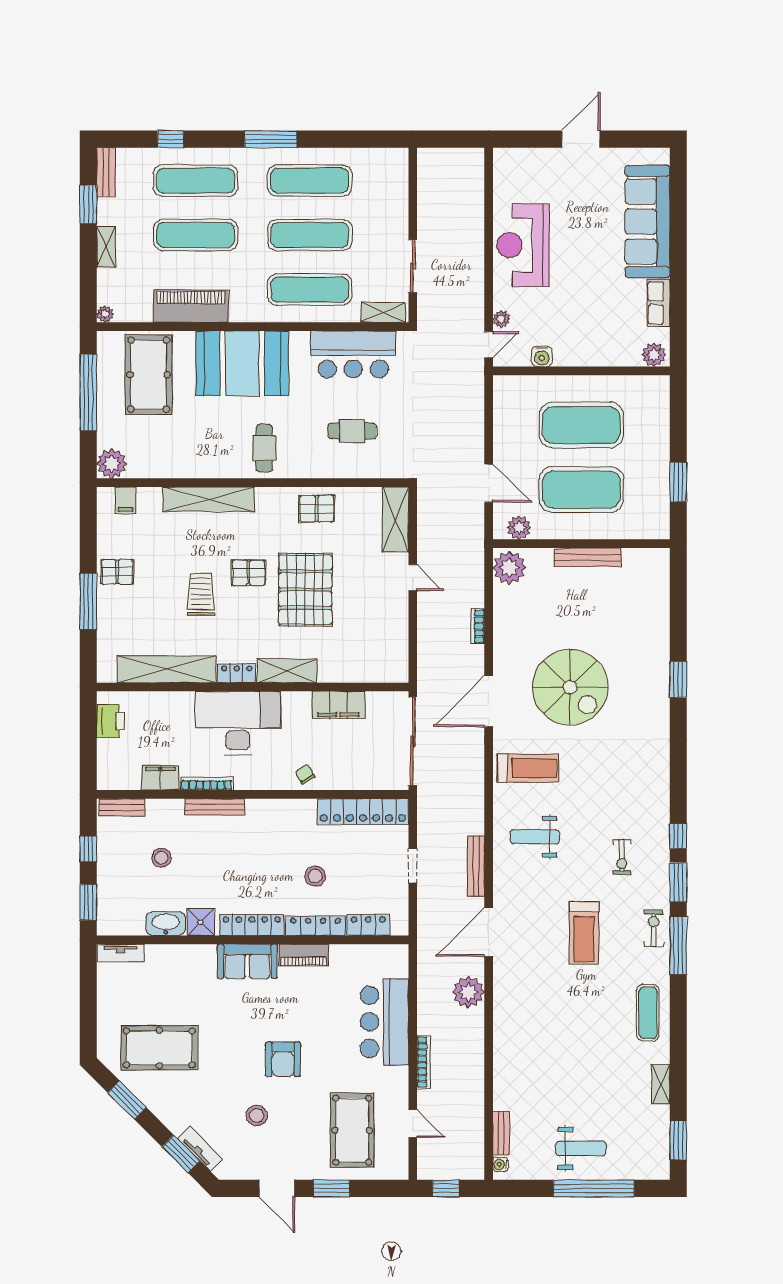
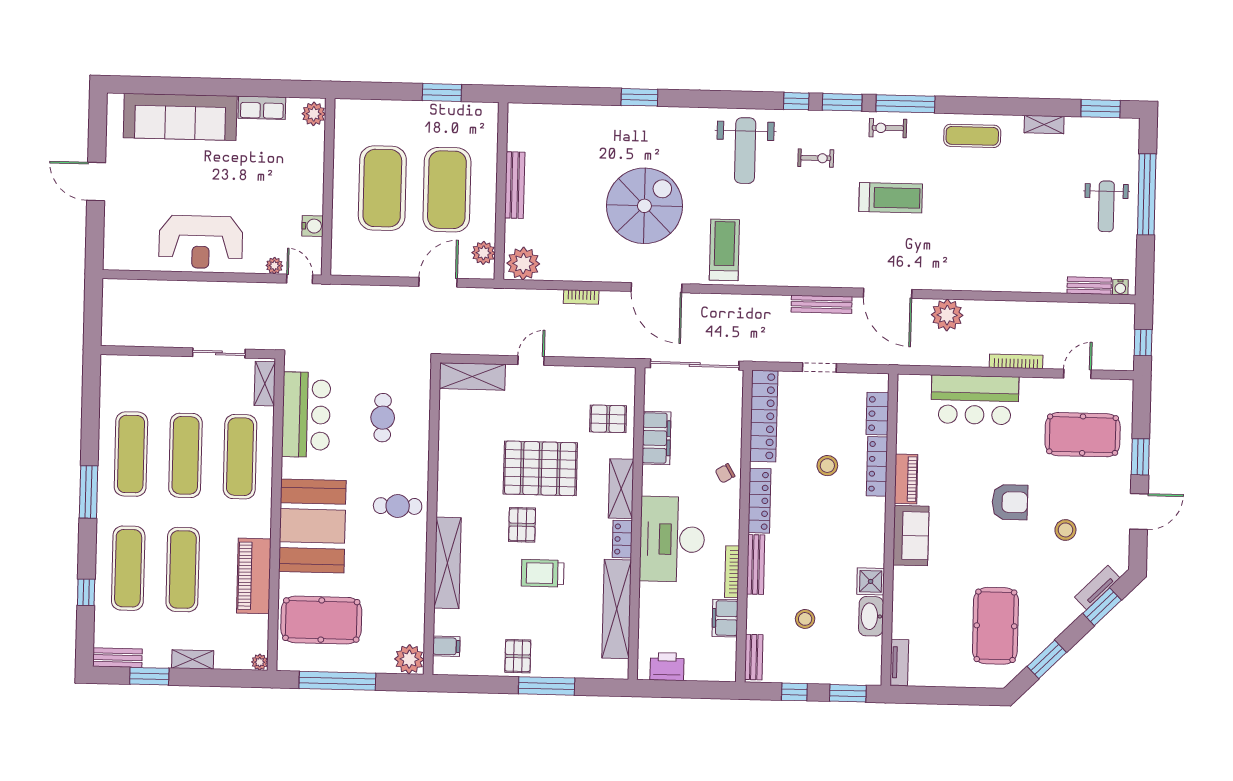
pallet: (317, 509) -> (608, 419), moved, turned 90
weight bench: (535, 837) -> (745, 151), moved, width x1.36, depth x1.33
locker: (252, 925) -> (760, 501), moved, turned 180
weight bench: (581, 1148) -> (1106, 206), turned 180

